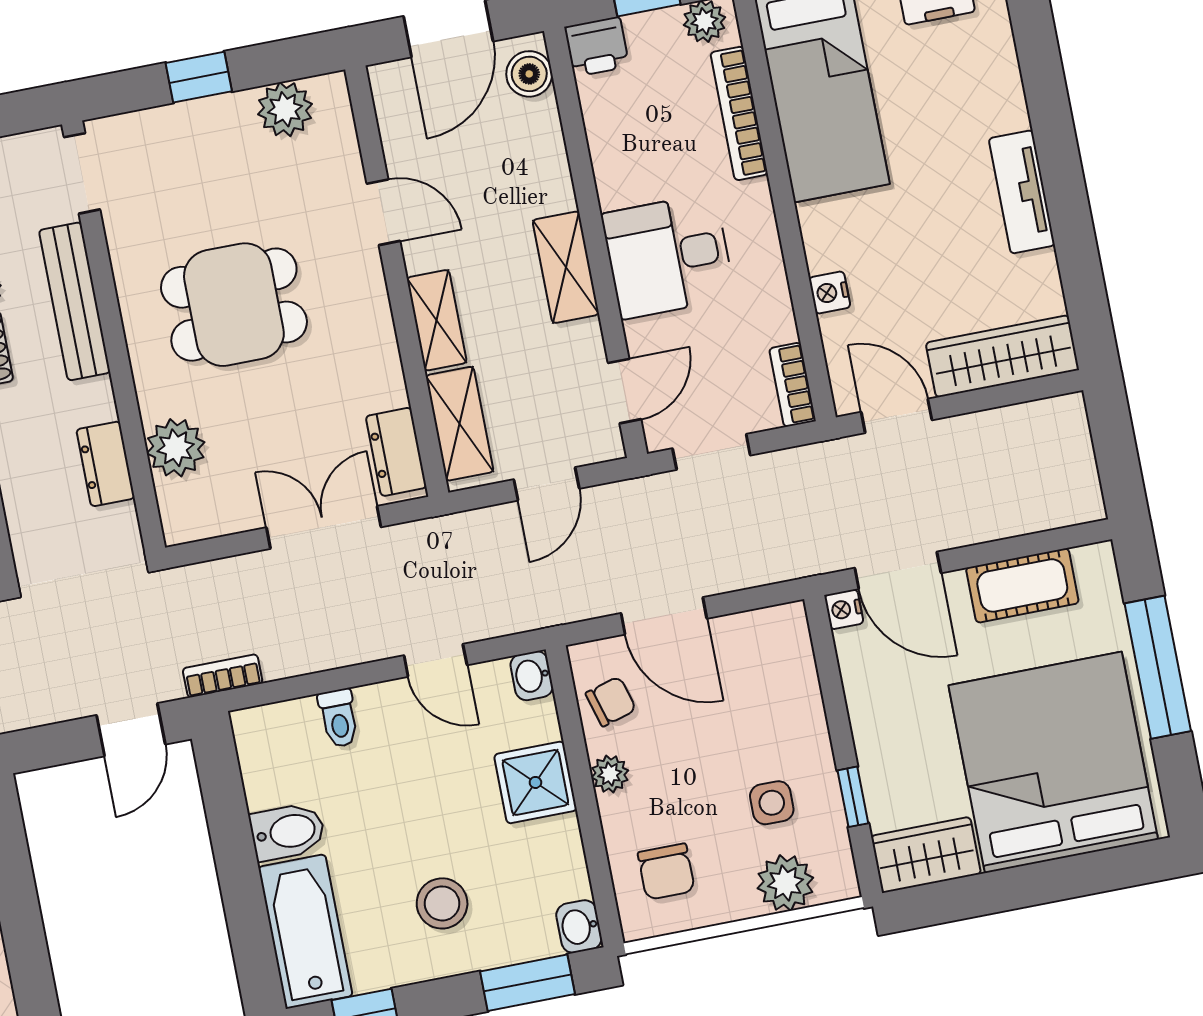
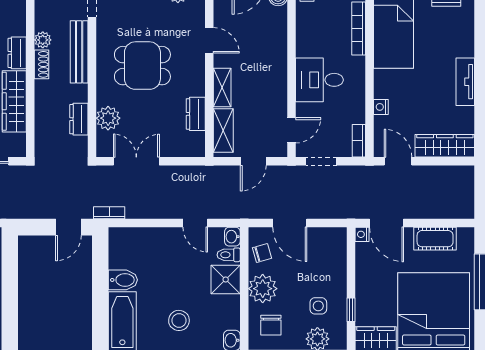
shelving: (566, 267) -> (278, 76), removed
dresser: (396, 452) -> (196, 114), moved
double door: (324, 527) -> (136, 161), moved
toilet: (339, 718) -> (229, 255), moved, turned 90
plant: (610, 774) -> (263, 289), width x1.88, depth x1.88

